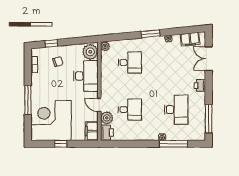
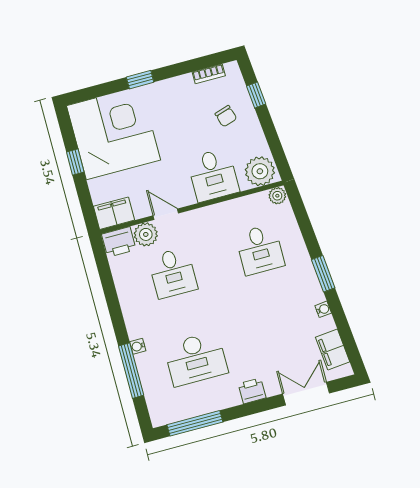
desk: (86, 76) -> (213, 175), width x0.73
window: (28, 100) -> (140, 80), width x0.46
door: (99, 105) -> (166, 214), hinge flipped

